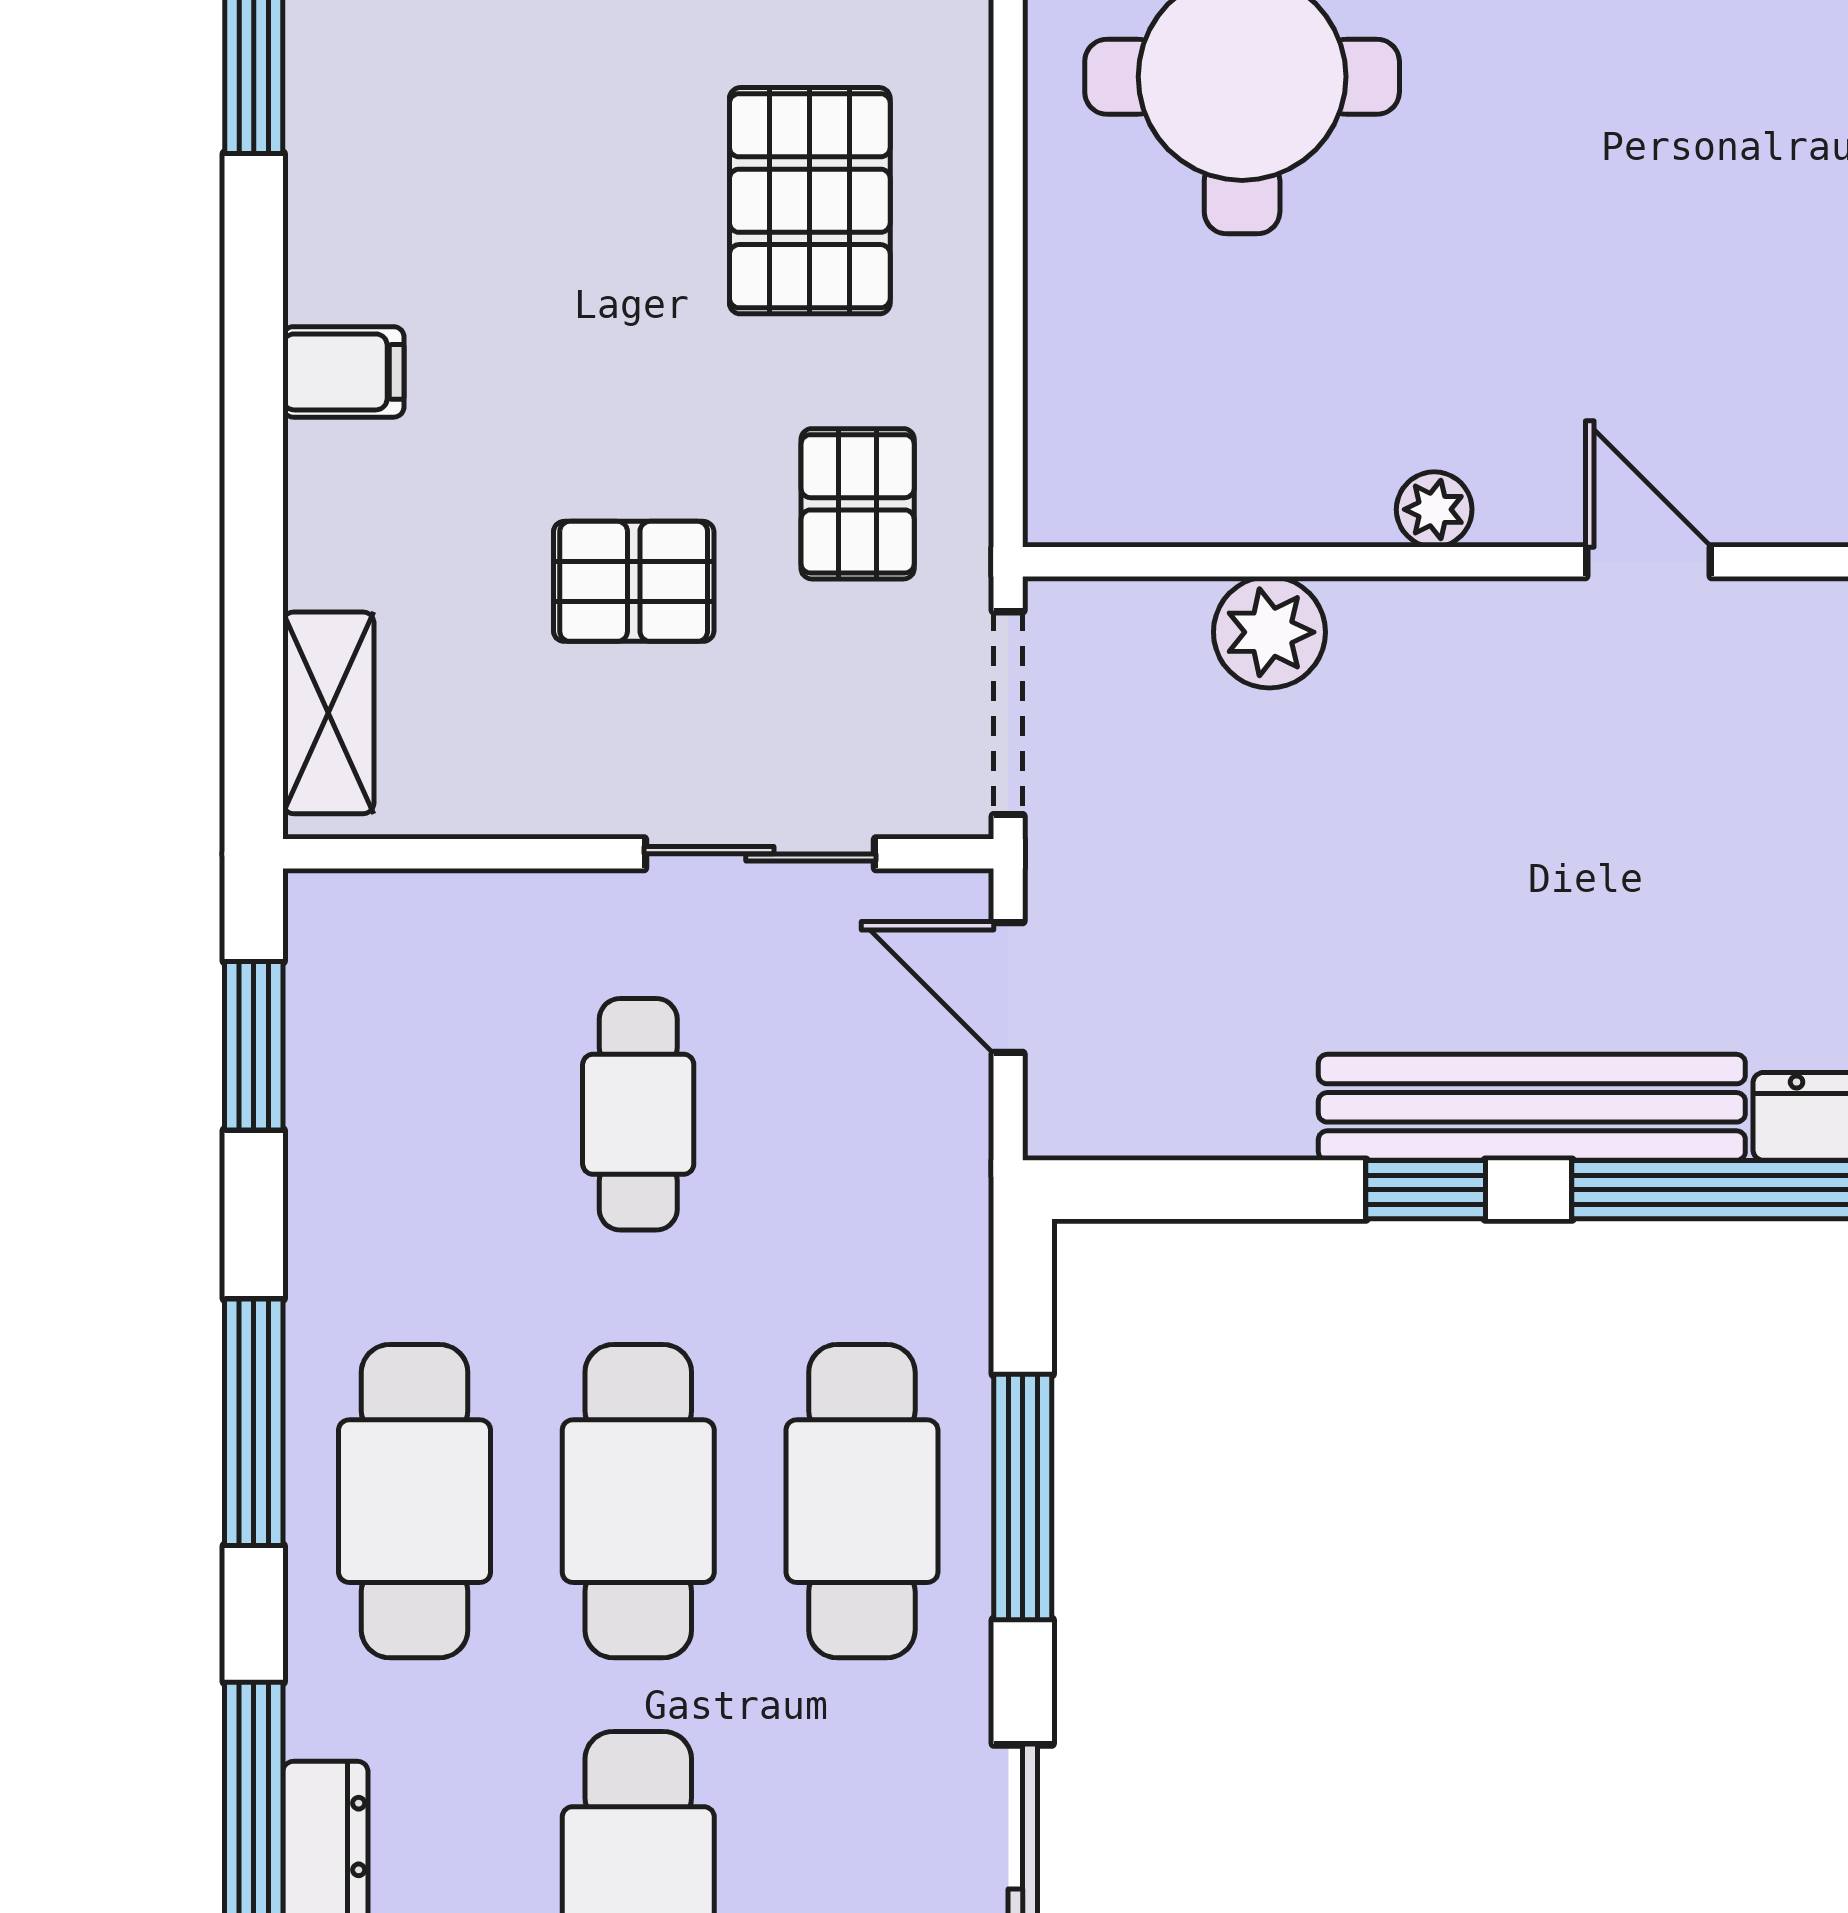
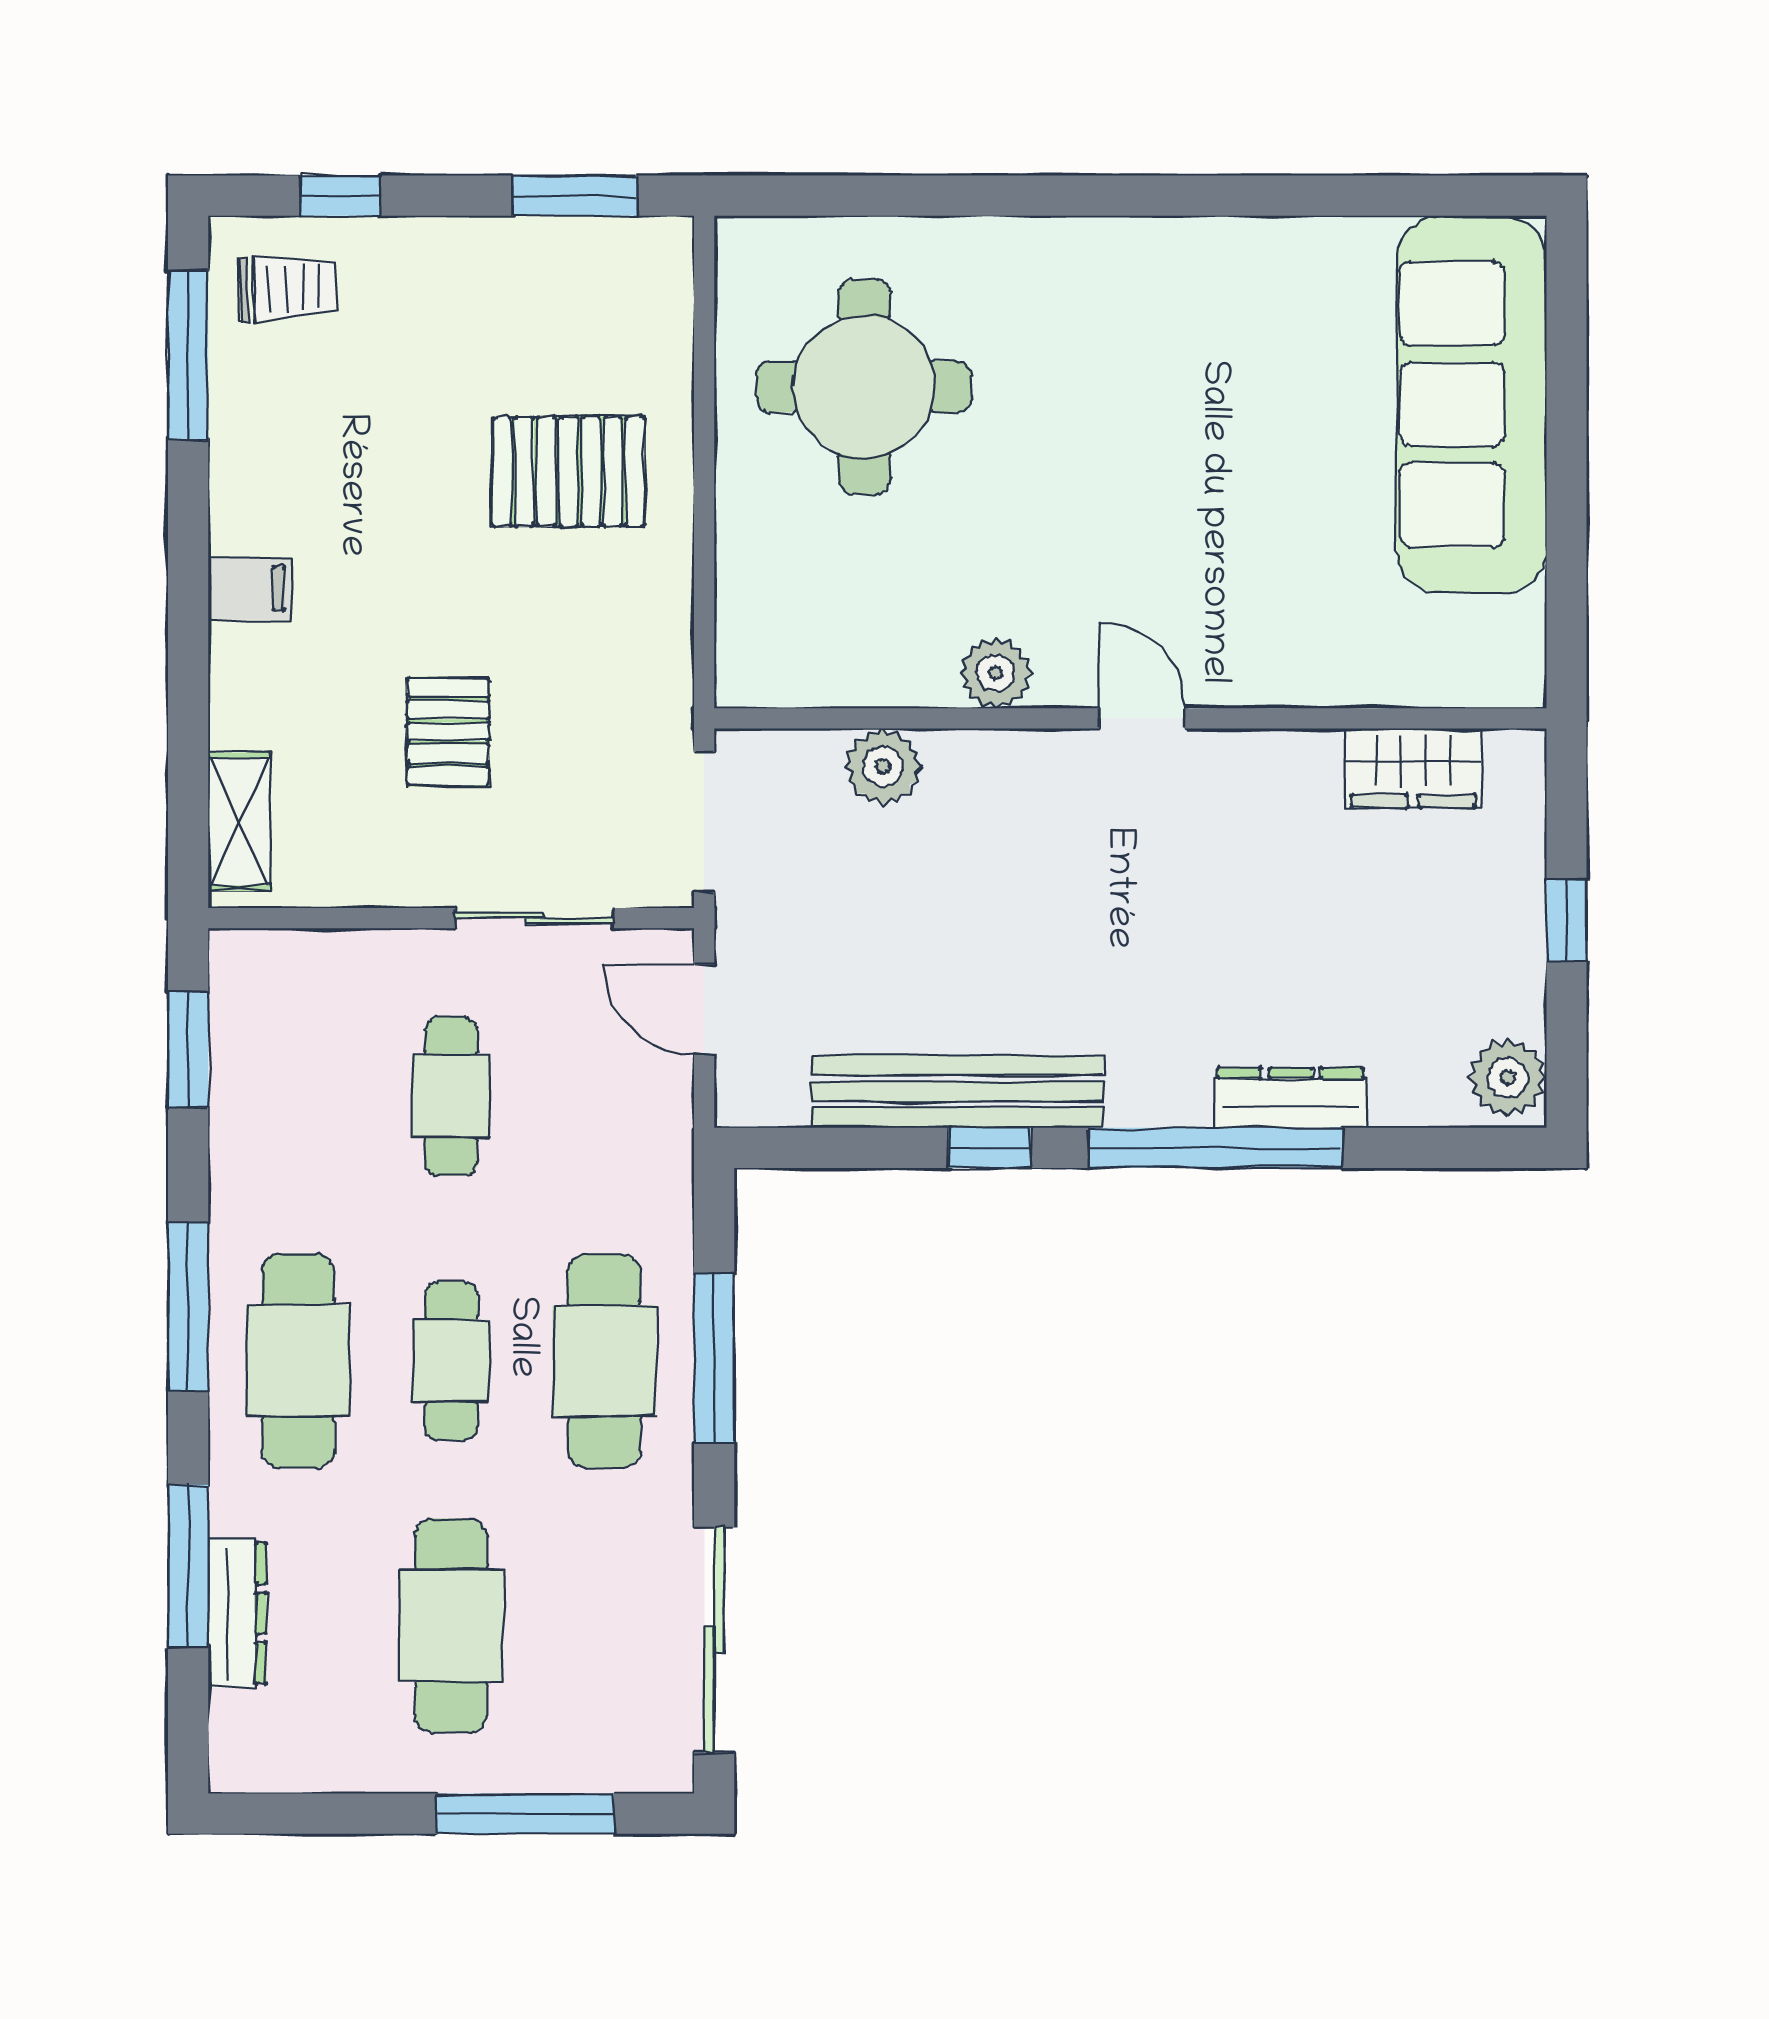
pallet: (810, 201) -> (569, 471), turned 90
pallet: (858, 504) -> (601, 679), removed
plant: (1434, 509) -> (996, 673), width x1.38, depth x1.38
pallet: (634, 581) -> (448, 732), turned 90
bench: (1532, 1107) -> (957, 1092), moved
cafe table: (638, 1501) -> (451, 1361), width x0.73, depth x0.74

